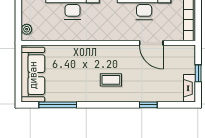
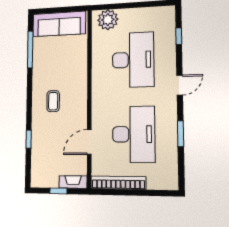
plant: (27, 29) -> (108, 20), width x1.88, depth x1.88
fireplace: (190, 88) -> (73, 182), moved

